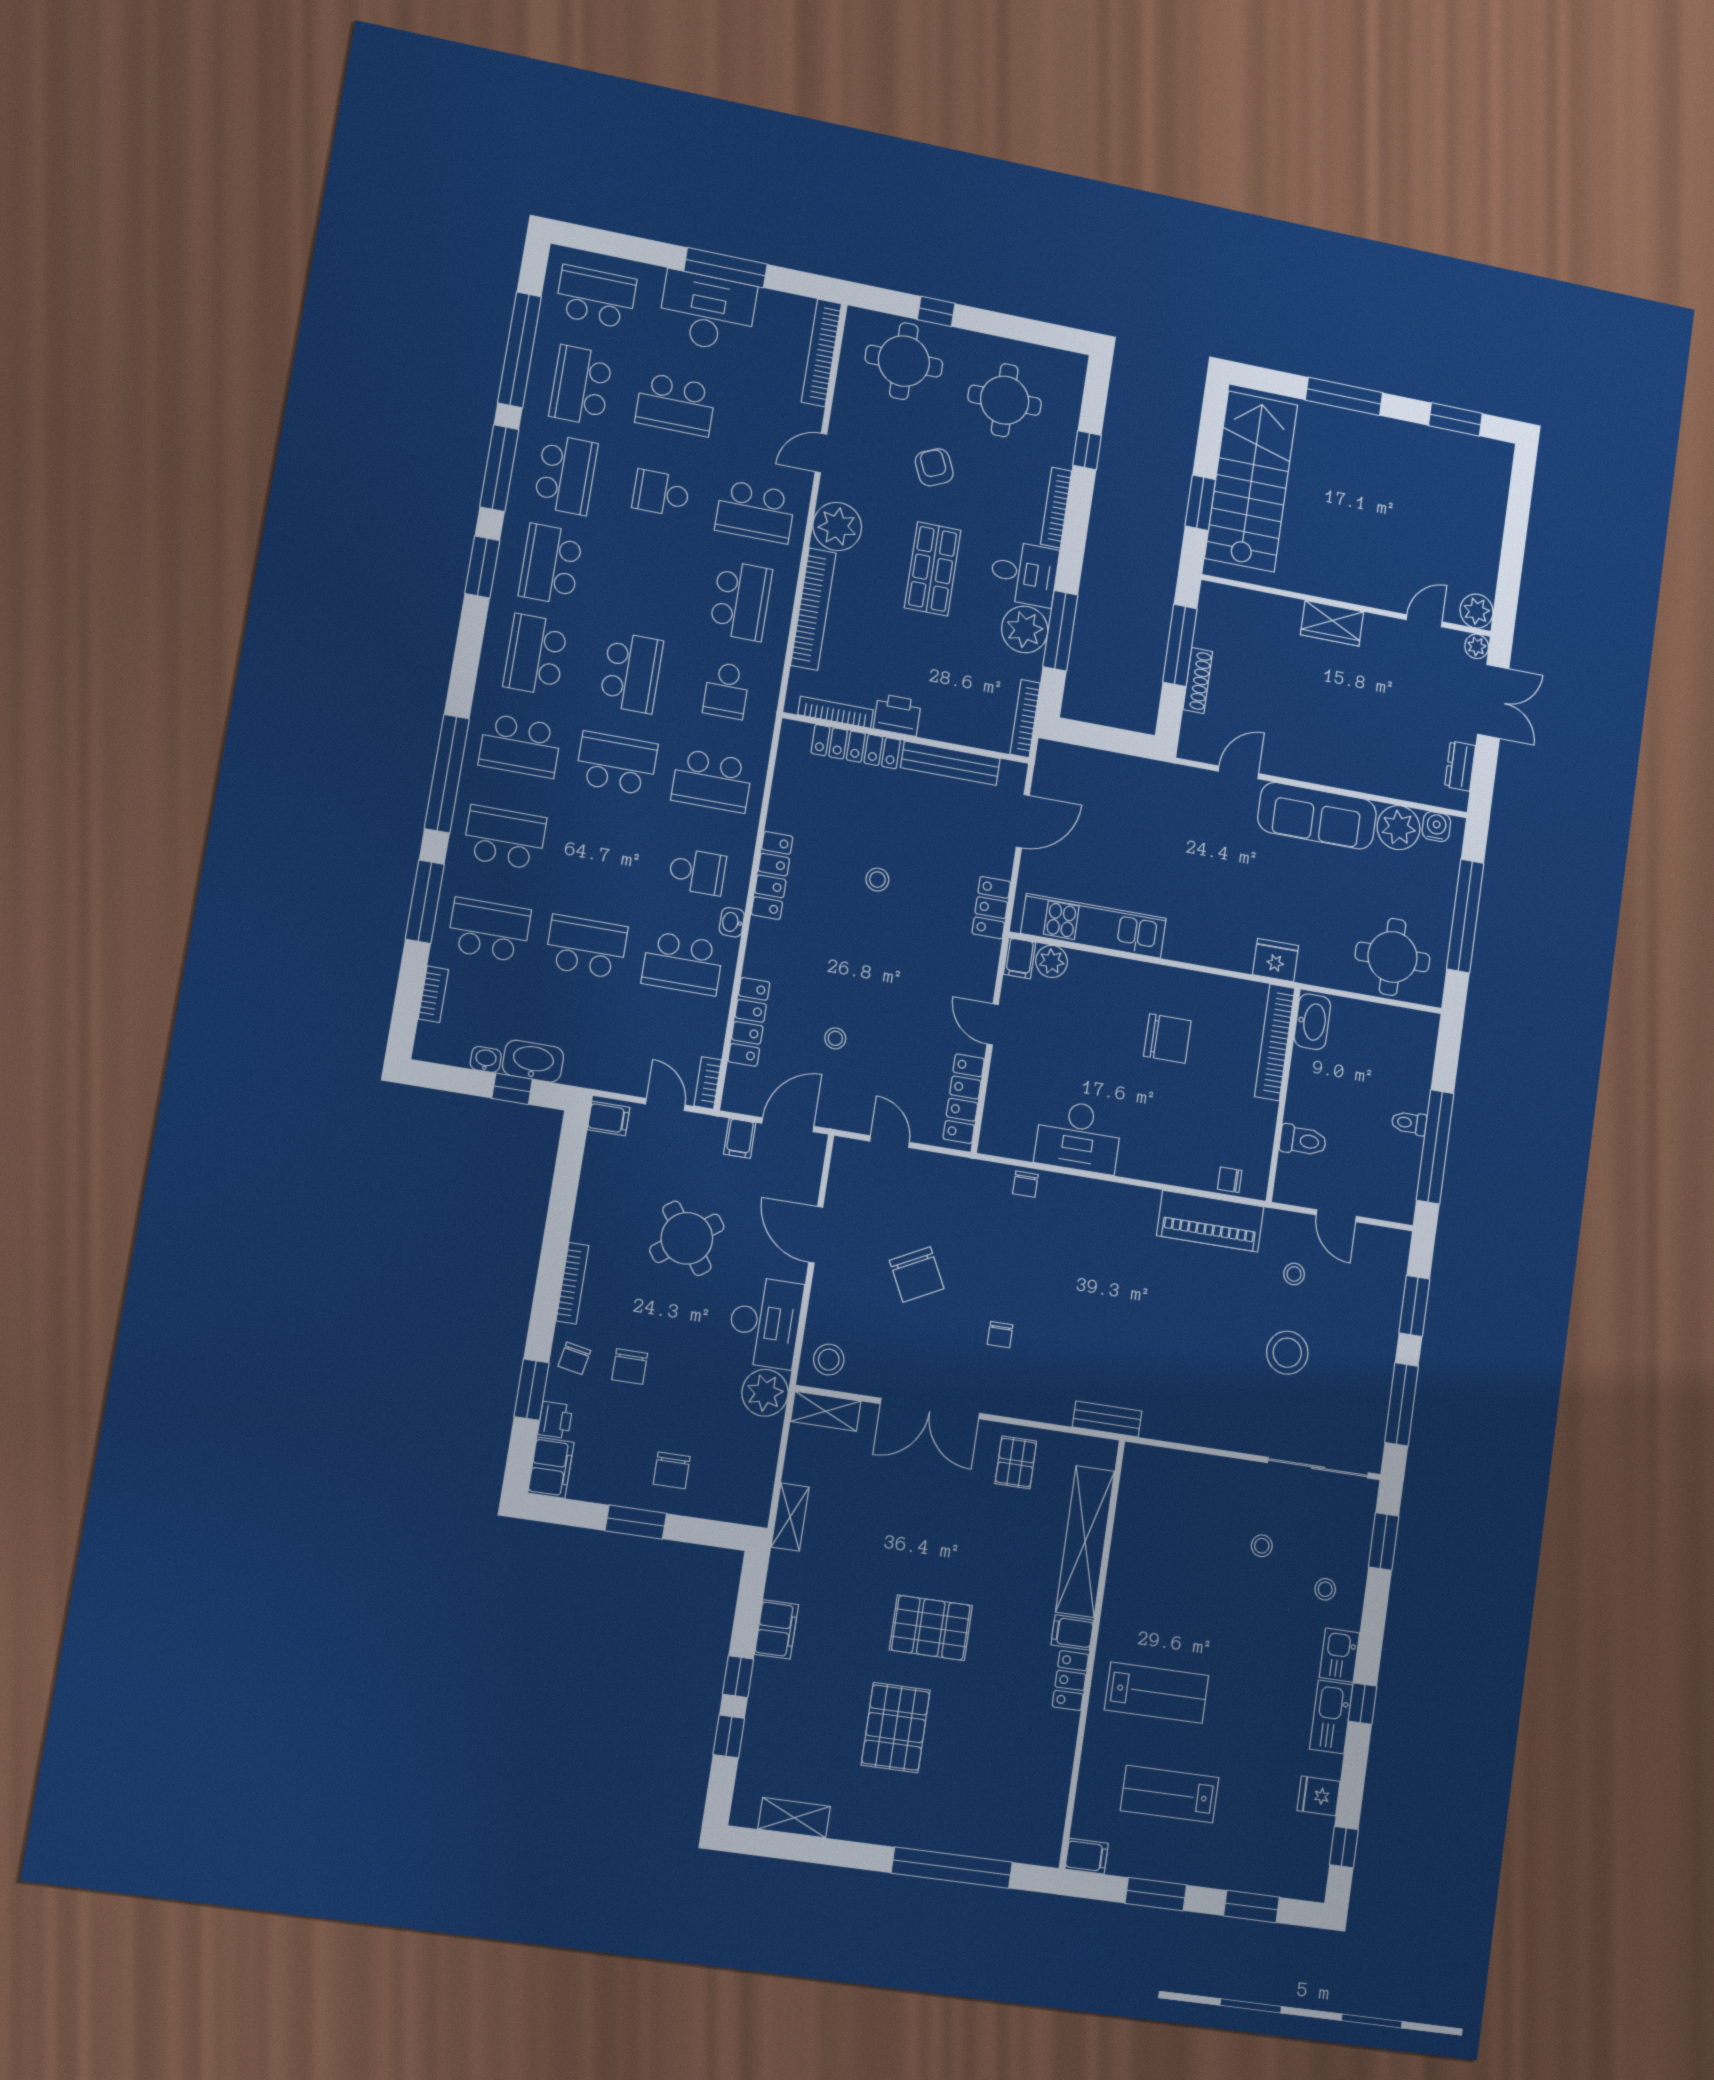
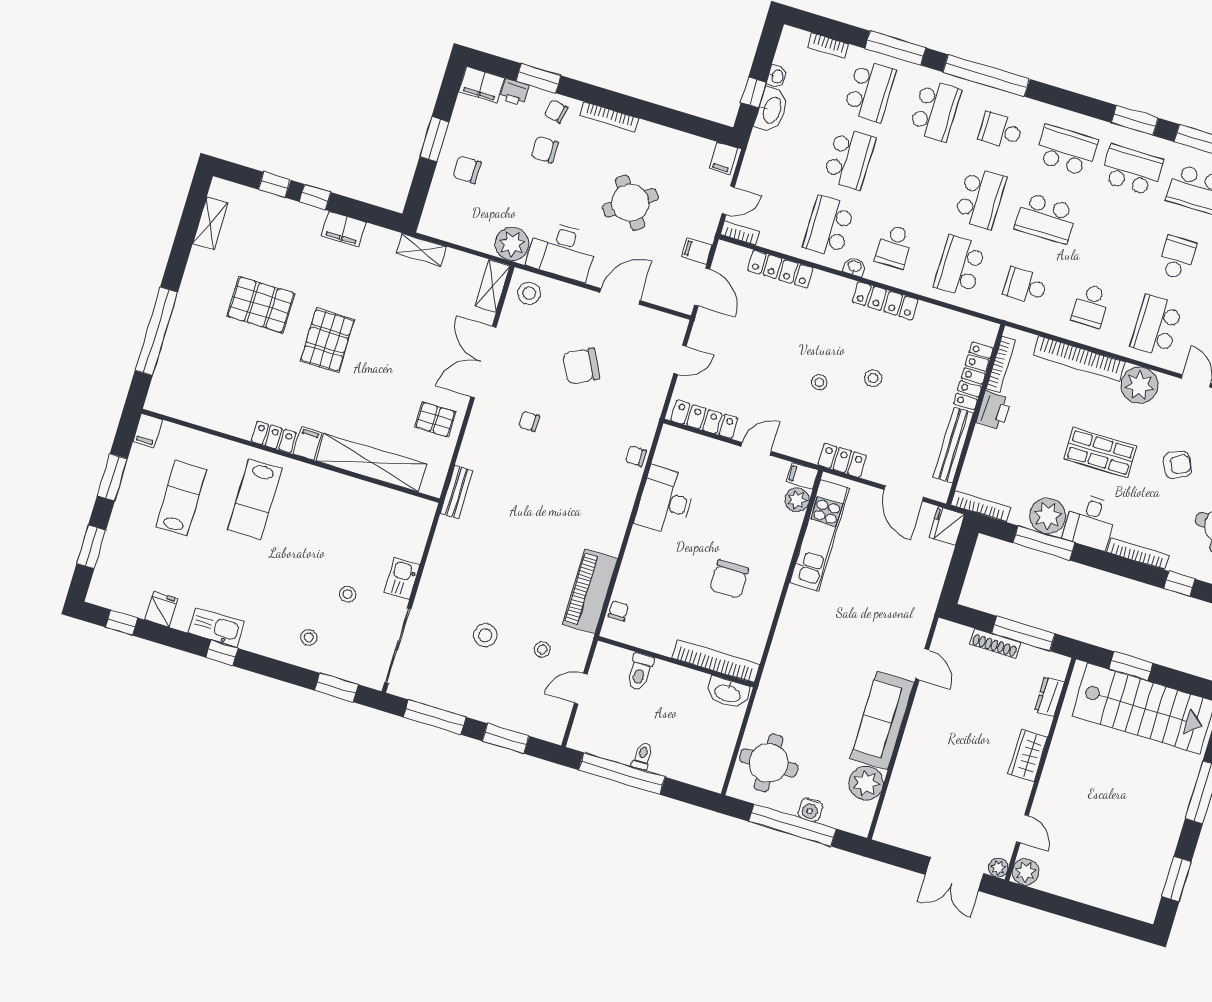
school desk: (741, 601) -> (1091, 306), width x0.54
school desk: (520, 746) -> (1001, 130), width x0.54
dresser: (1460, 766) -> (1049, 696), moved, turned -90
water cooler: (1436, 827) -> (810, 810), moved, turned 90
fridge: (1276, 960) -> (947, 526), moved, turned 180
stool: (835, 1038) -> (819, 382), moved
stool: (1287, 1353) -> (485, 635), width x0.73, depth x0.73
kitchen sink: (1339, 1655) -> (402, 578), moved, turned -90

